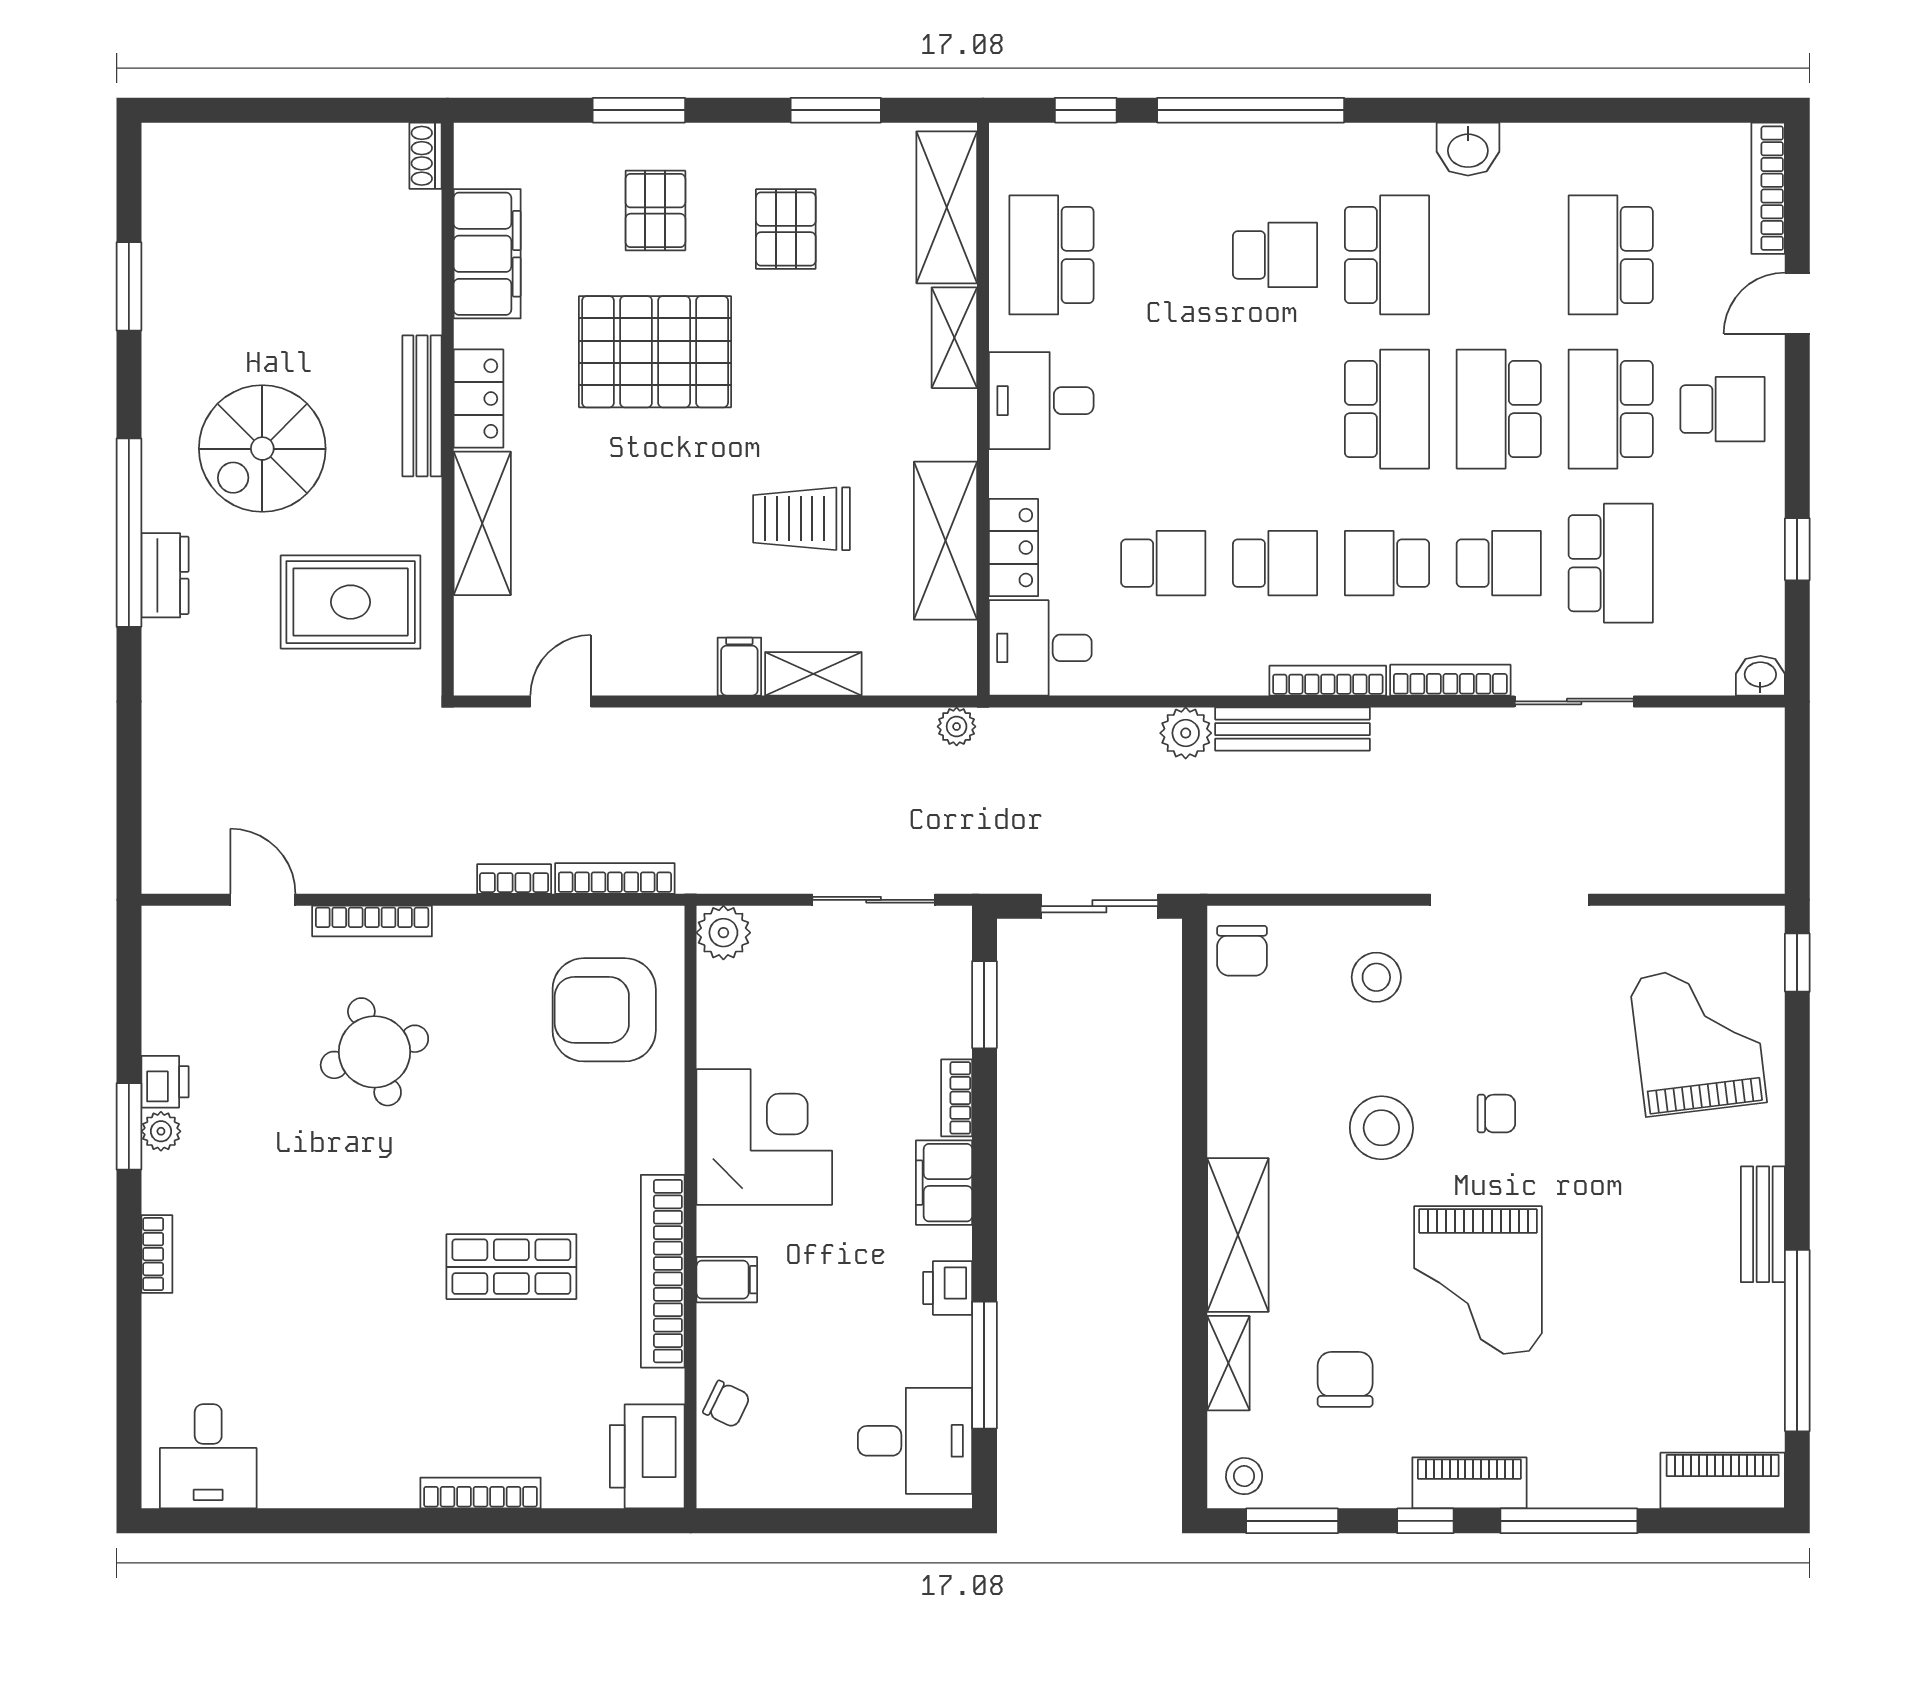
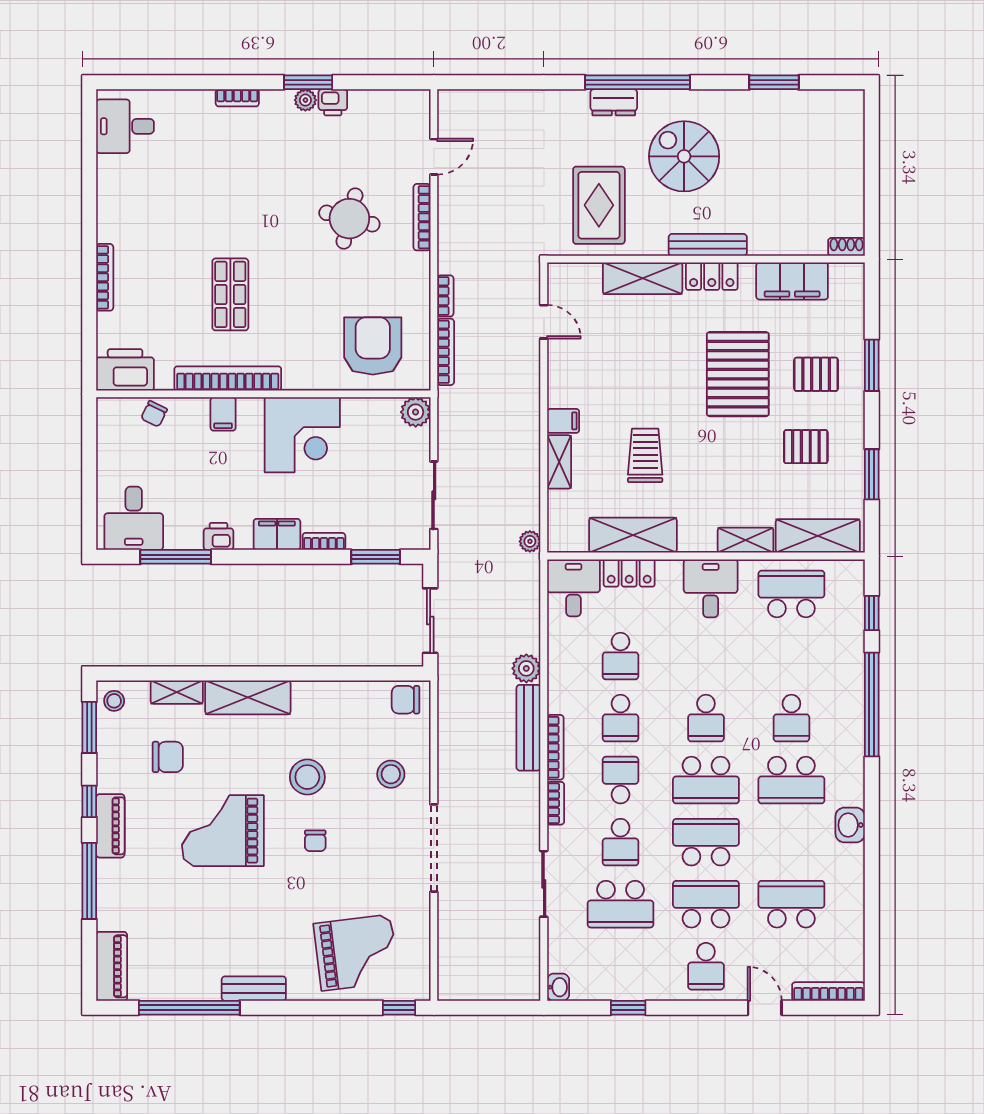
school desk: (1275, 409) -> (706, 718), added
bookcase: (1450, 680) -> (556, 803), width x0.64
round table: (374, 1052) -> (349, 219), turned 32

